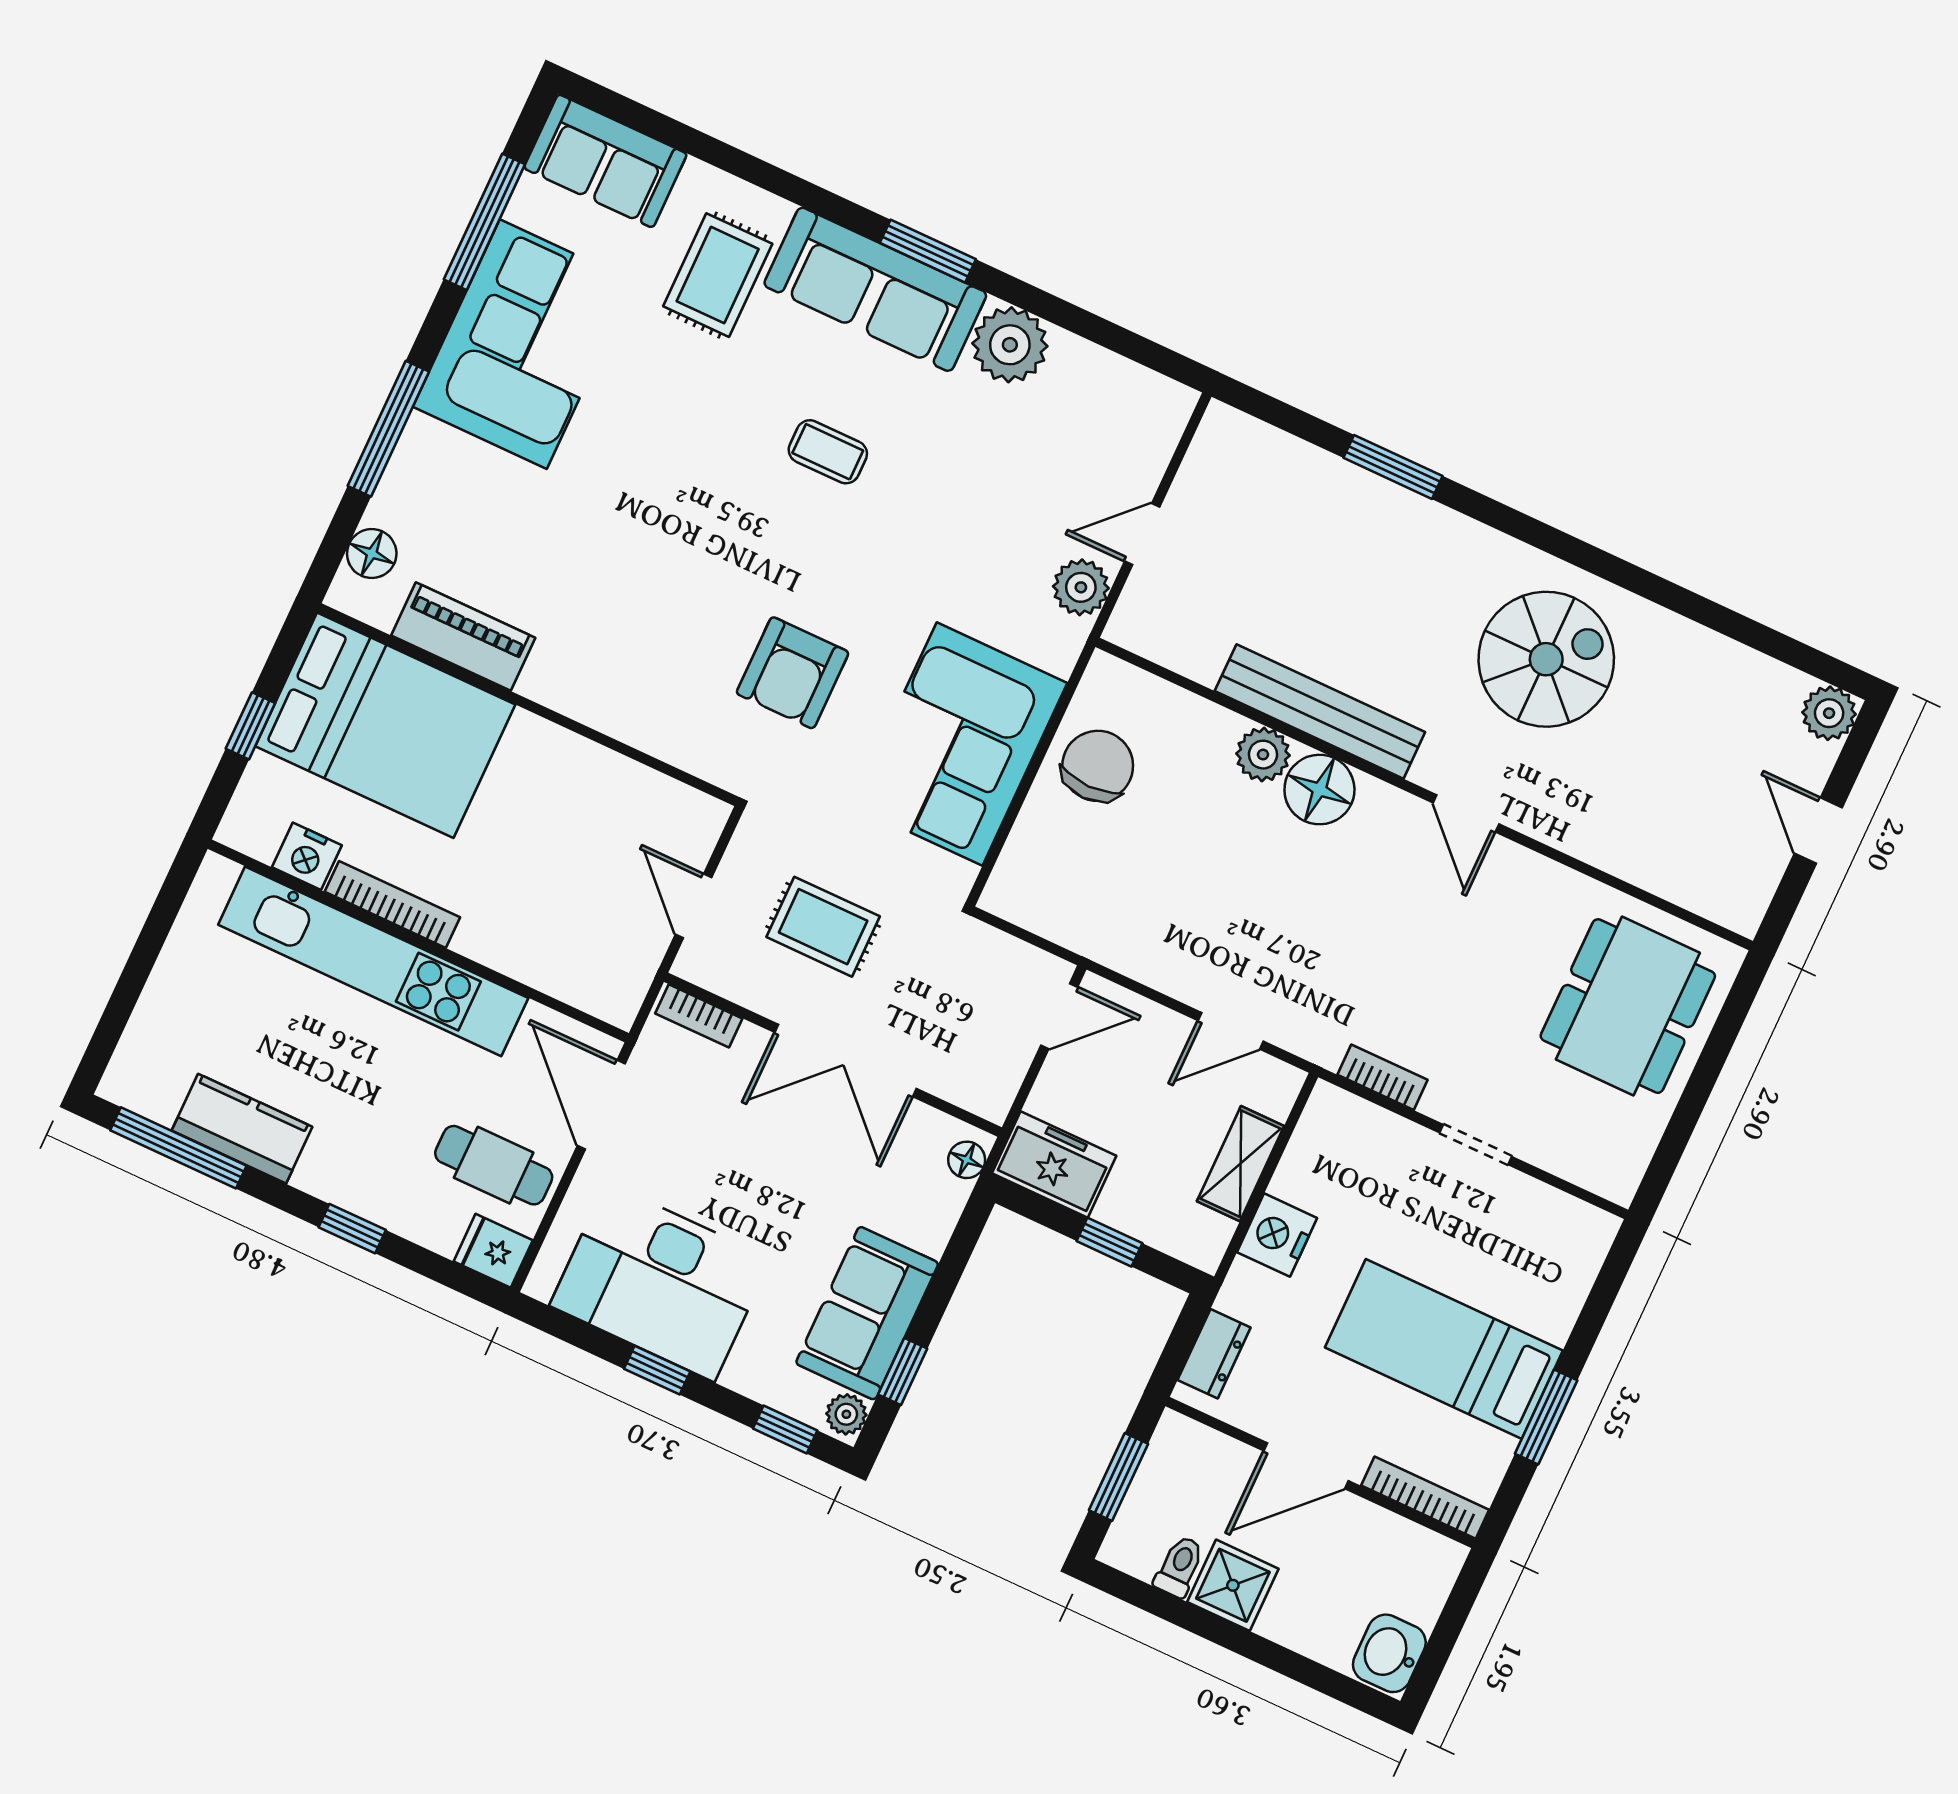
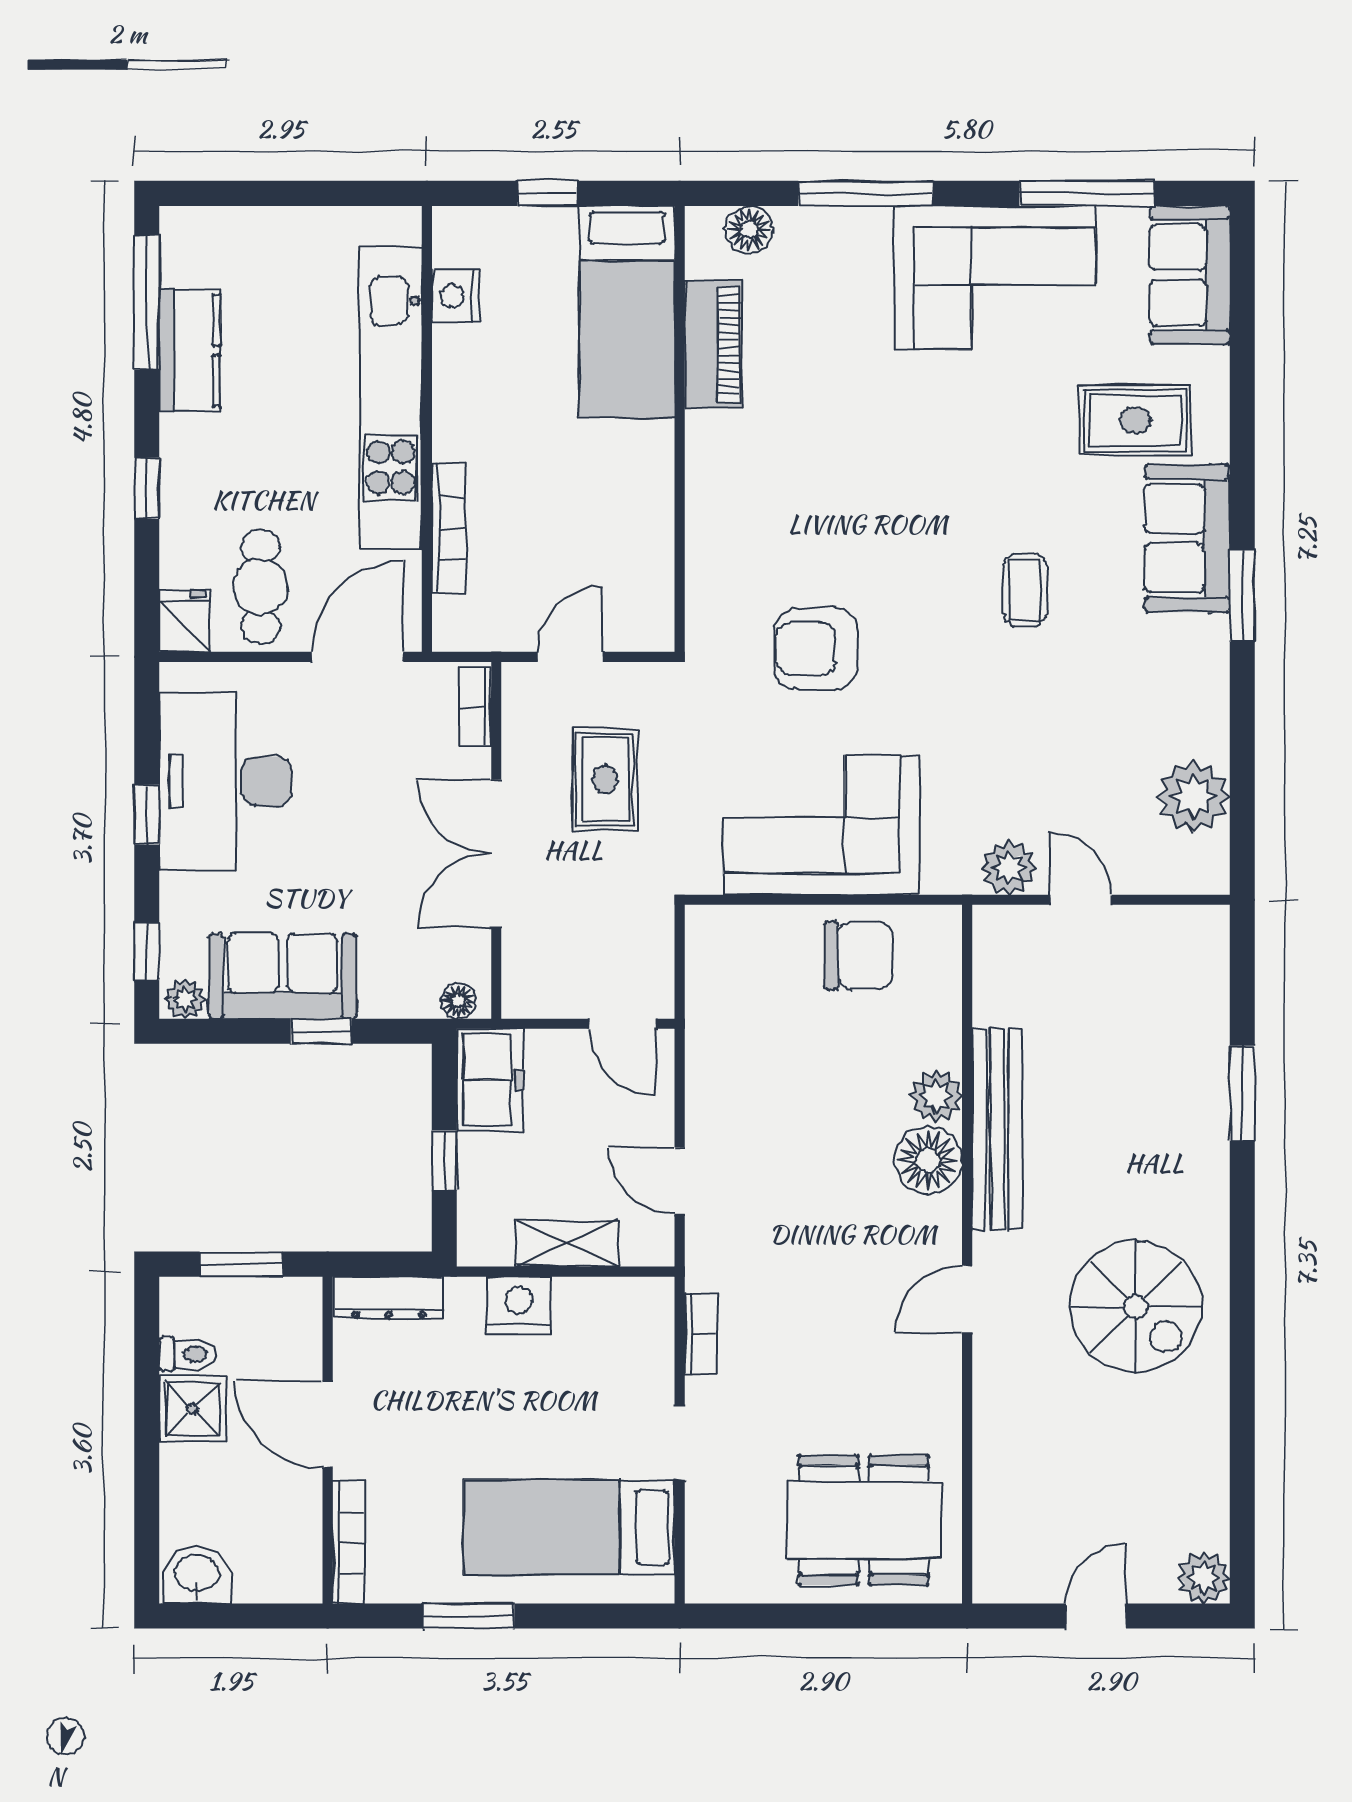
sofa: (875, 289) -> (1187, 538), width x0.73
plant: (1010, 345) -> (1193, 796), moved
bed: (385, 725) -> (627, 312), width x0.67
bookcase: (392, 905) -> (448, 528), moved
bed: (1444, 1349) -> (569, 1527), moved, turned -90
dresser: (1214, 1354) -> (389, 1298), width x1.44
window: (903, 1371) -> (321, 1031), moved

